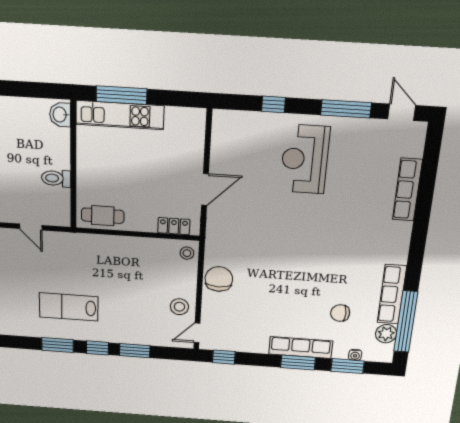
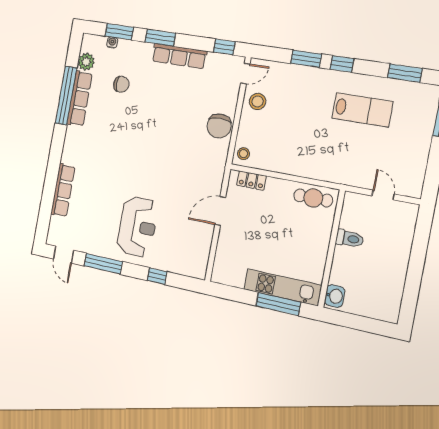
window: (406, 322) -> (66, 96), moved
window: (58, 345) -> (405, 73), moved
row of seats: (301, 348) -> (179, 56), moved

